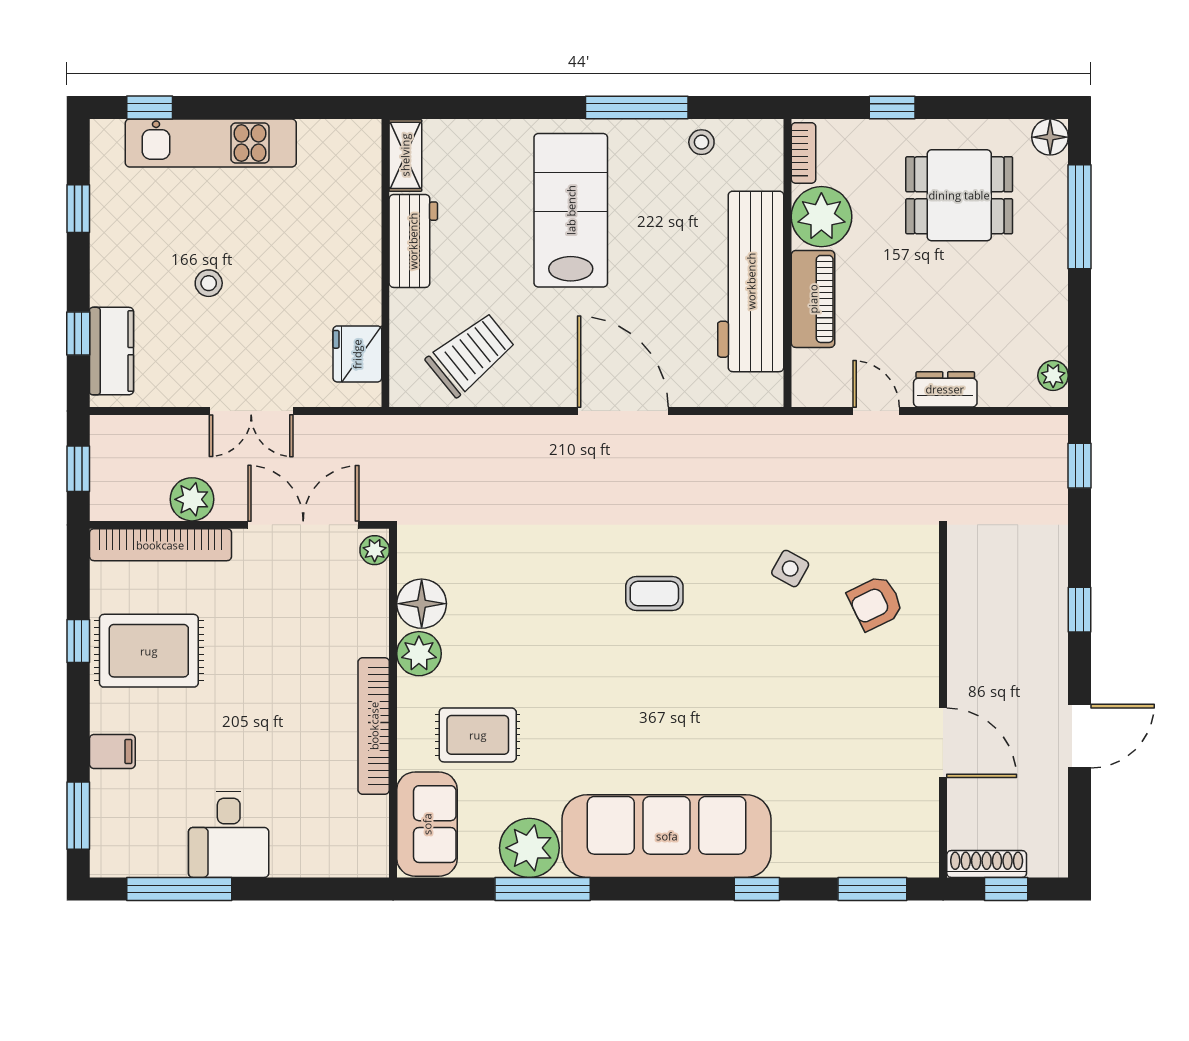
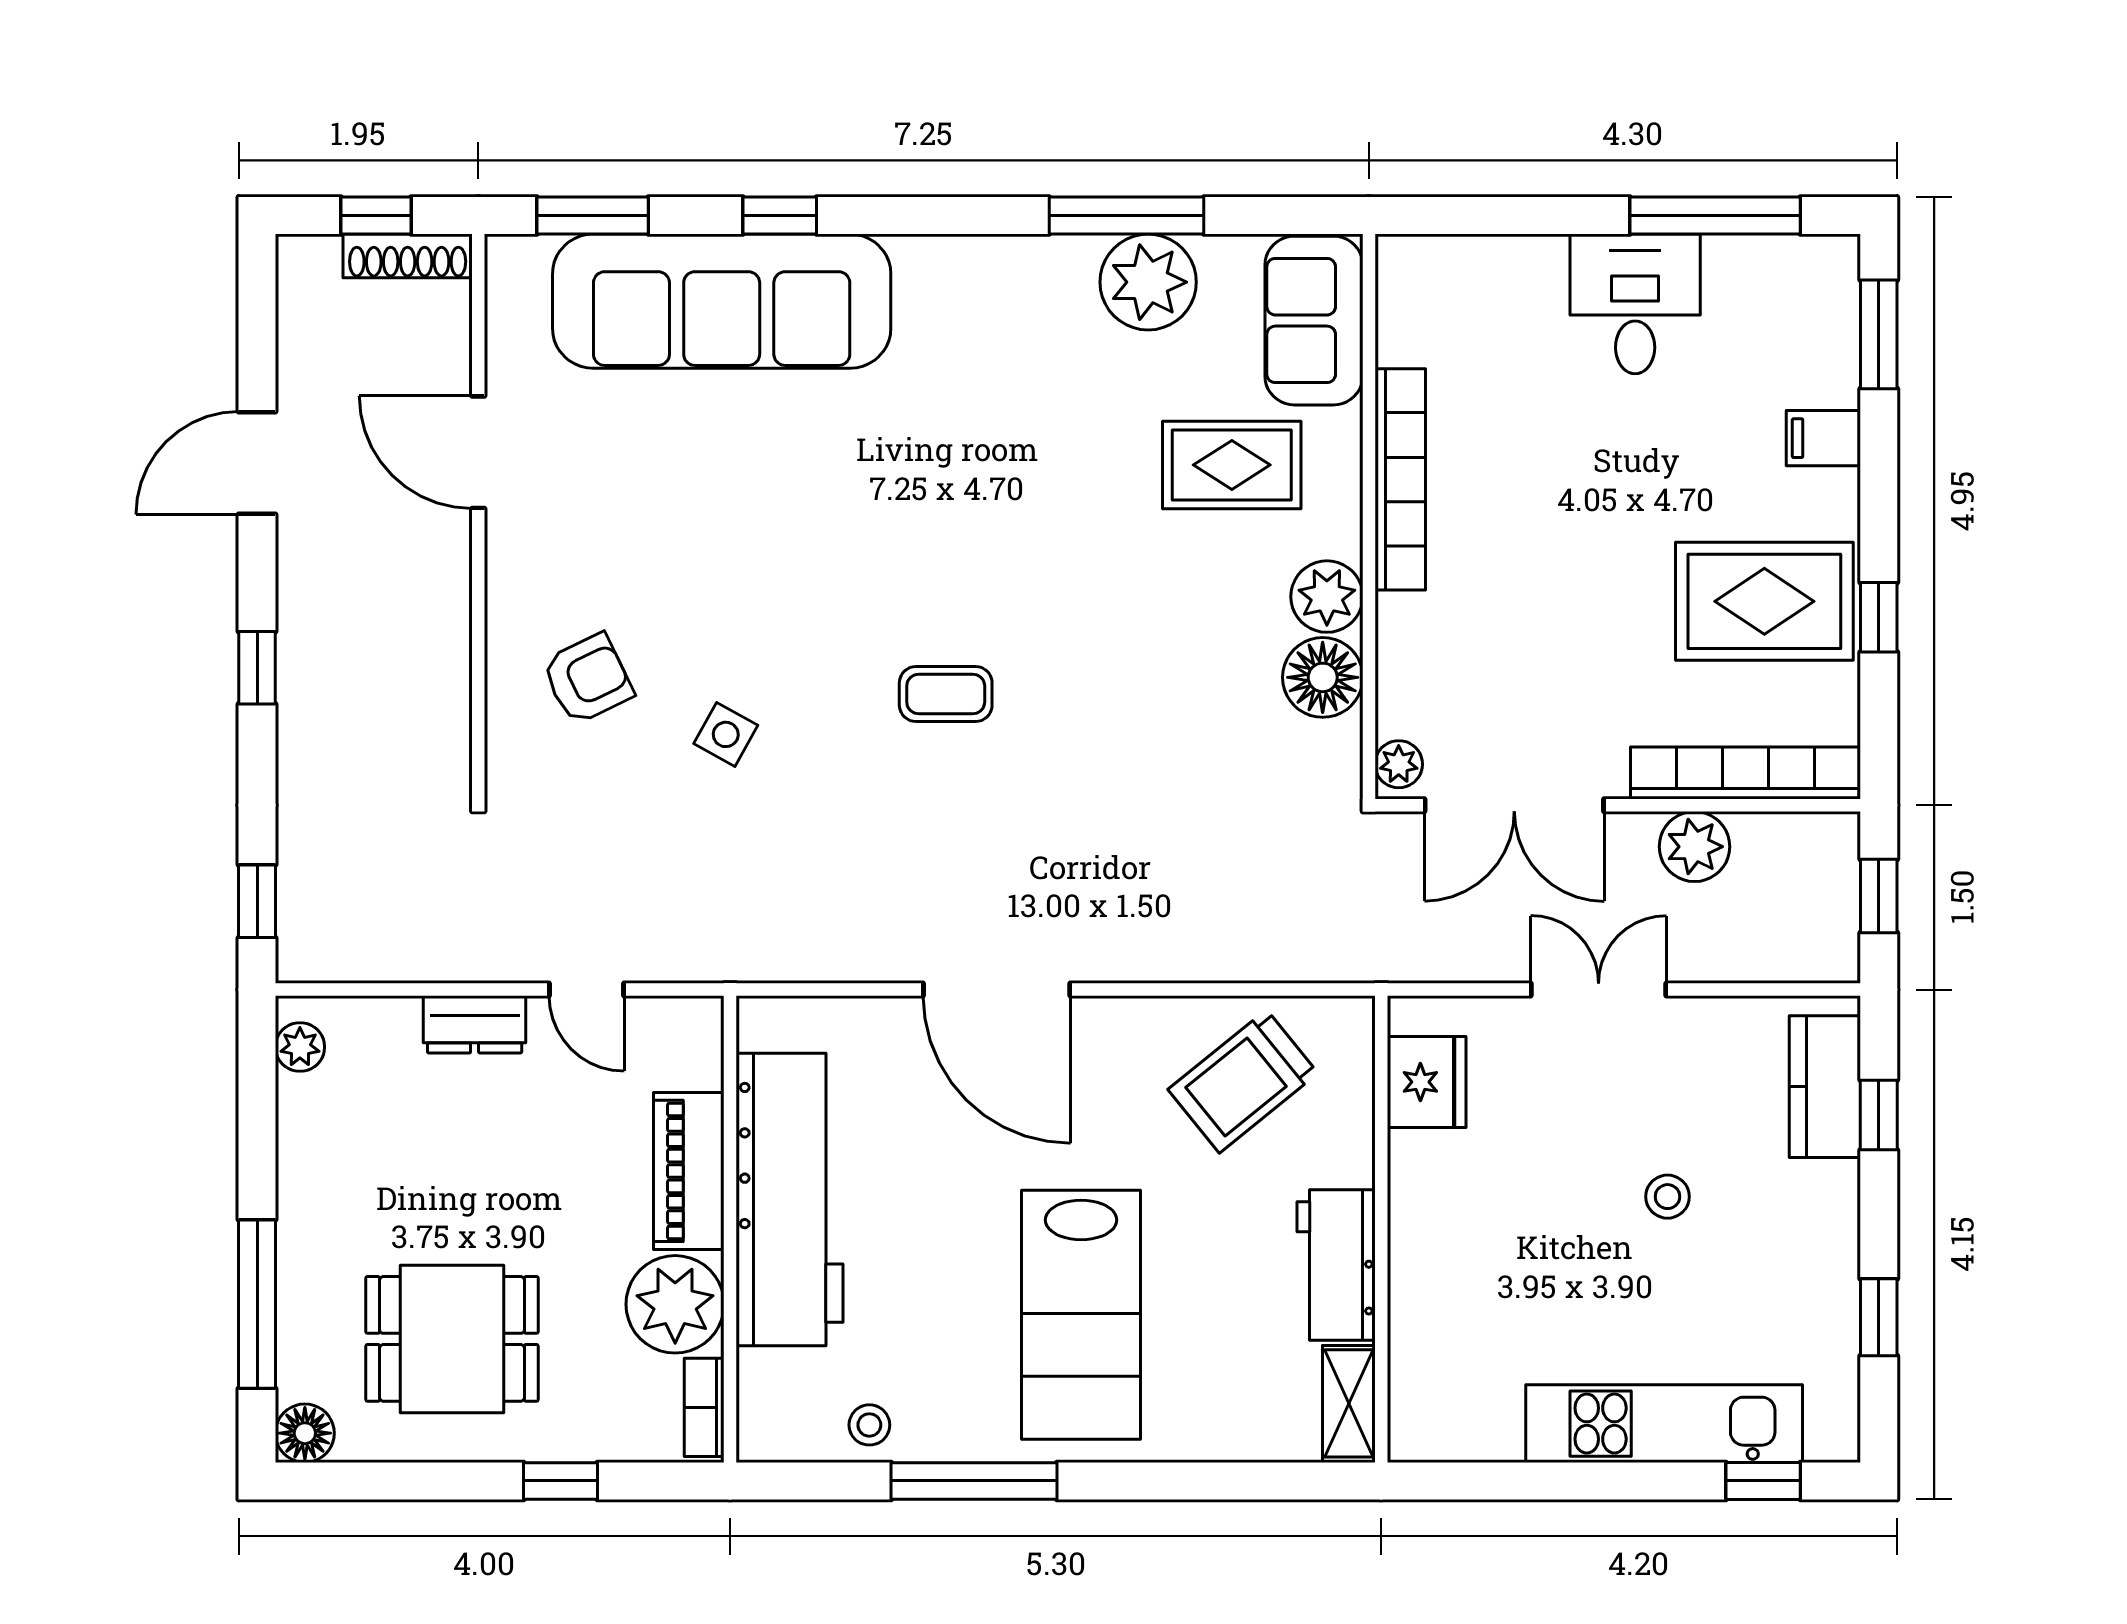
sofa: (667, 836) -> (722, 301), moved

